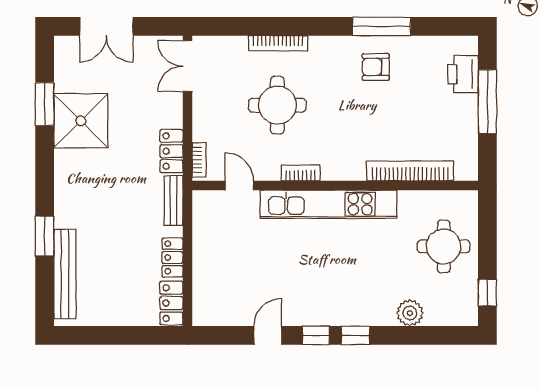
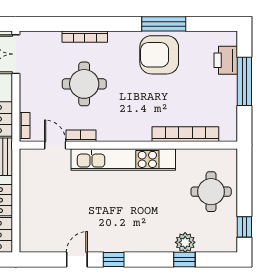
armchair: (376, 67) -> (159, 55), width x1.88, depth x1.88
bookcase: (301, 173) -> (81, 136), moved
window: (355, 335) -> (184, 260), moved

